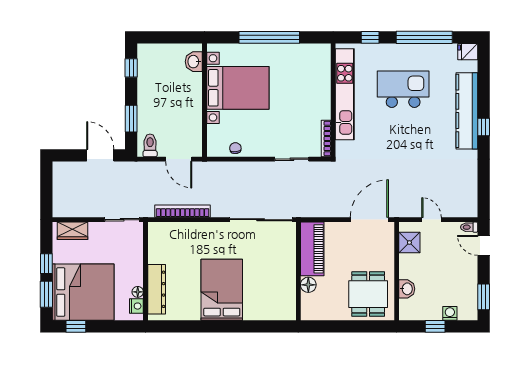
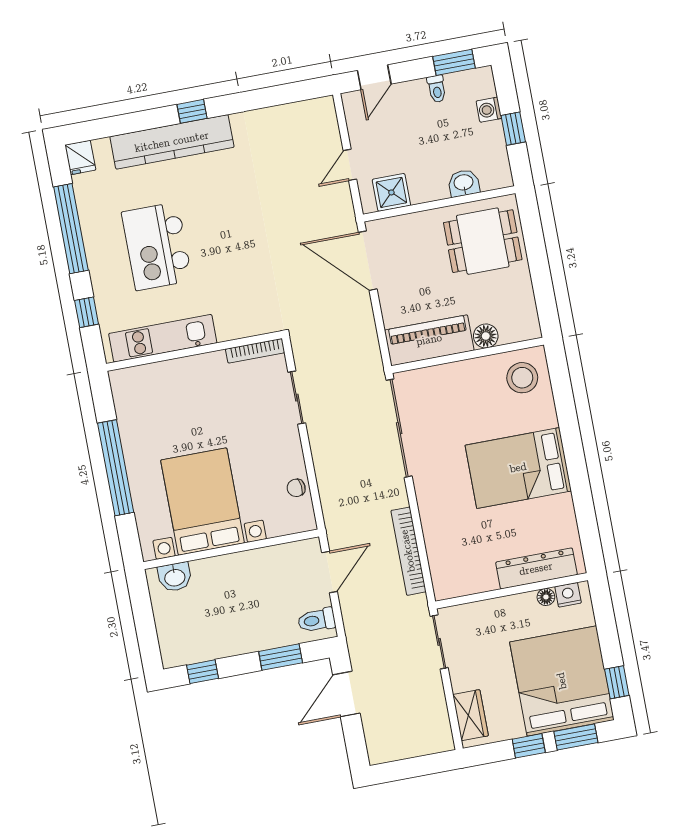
kitchen unit: (345, 94) -> (163, 338), width x0.73
toilet: (469, 227) -> (437, 89), moved
stool: (278, 303) -> (522, 378), added

